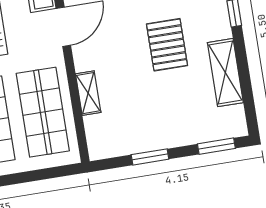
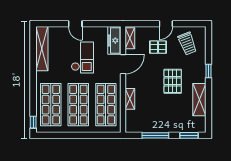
window: (150, 157) -> (155, 135), width x1.44

